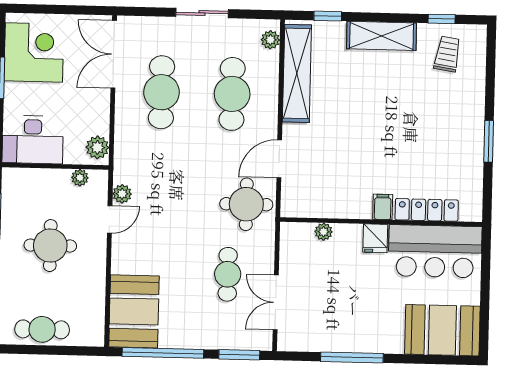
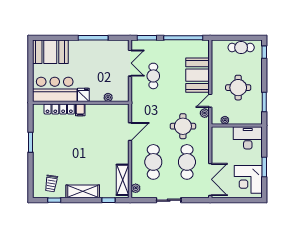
shelving: (297, 73) -> (123, 180), width x0.68
plant: (97, 147) -> (217, 135), removed
round table: (246, 204) -> (183, 126), moved
booth: (134, 311) -> (198, 75), moved

